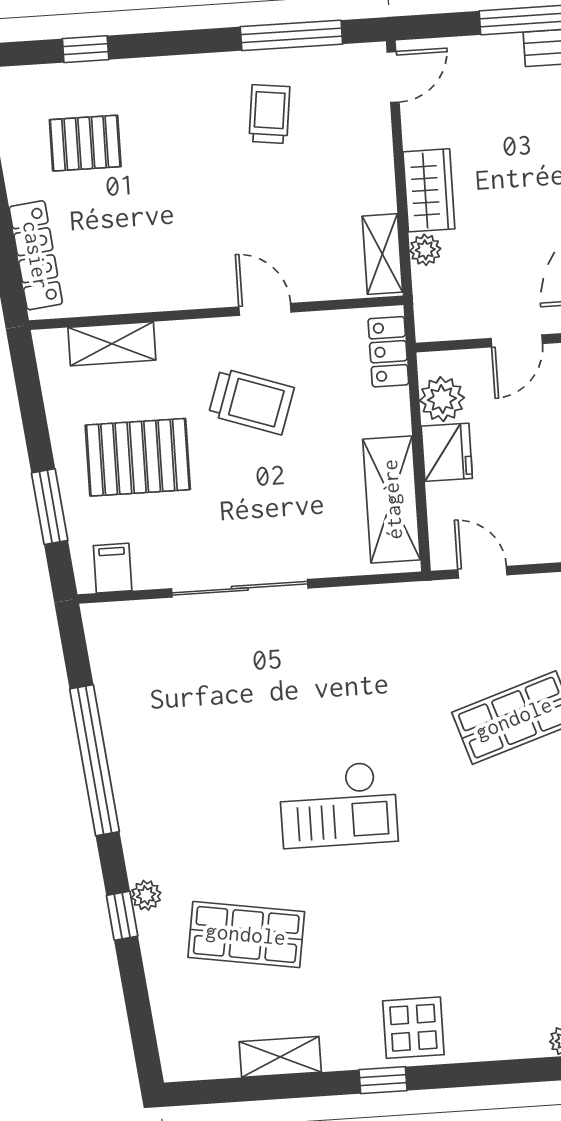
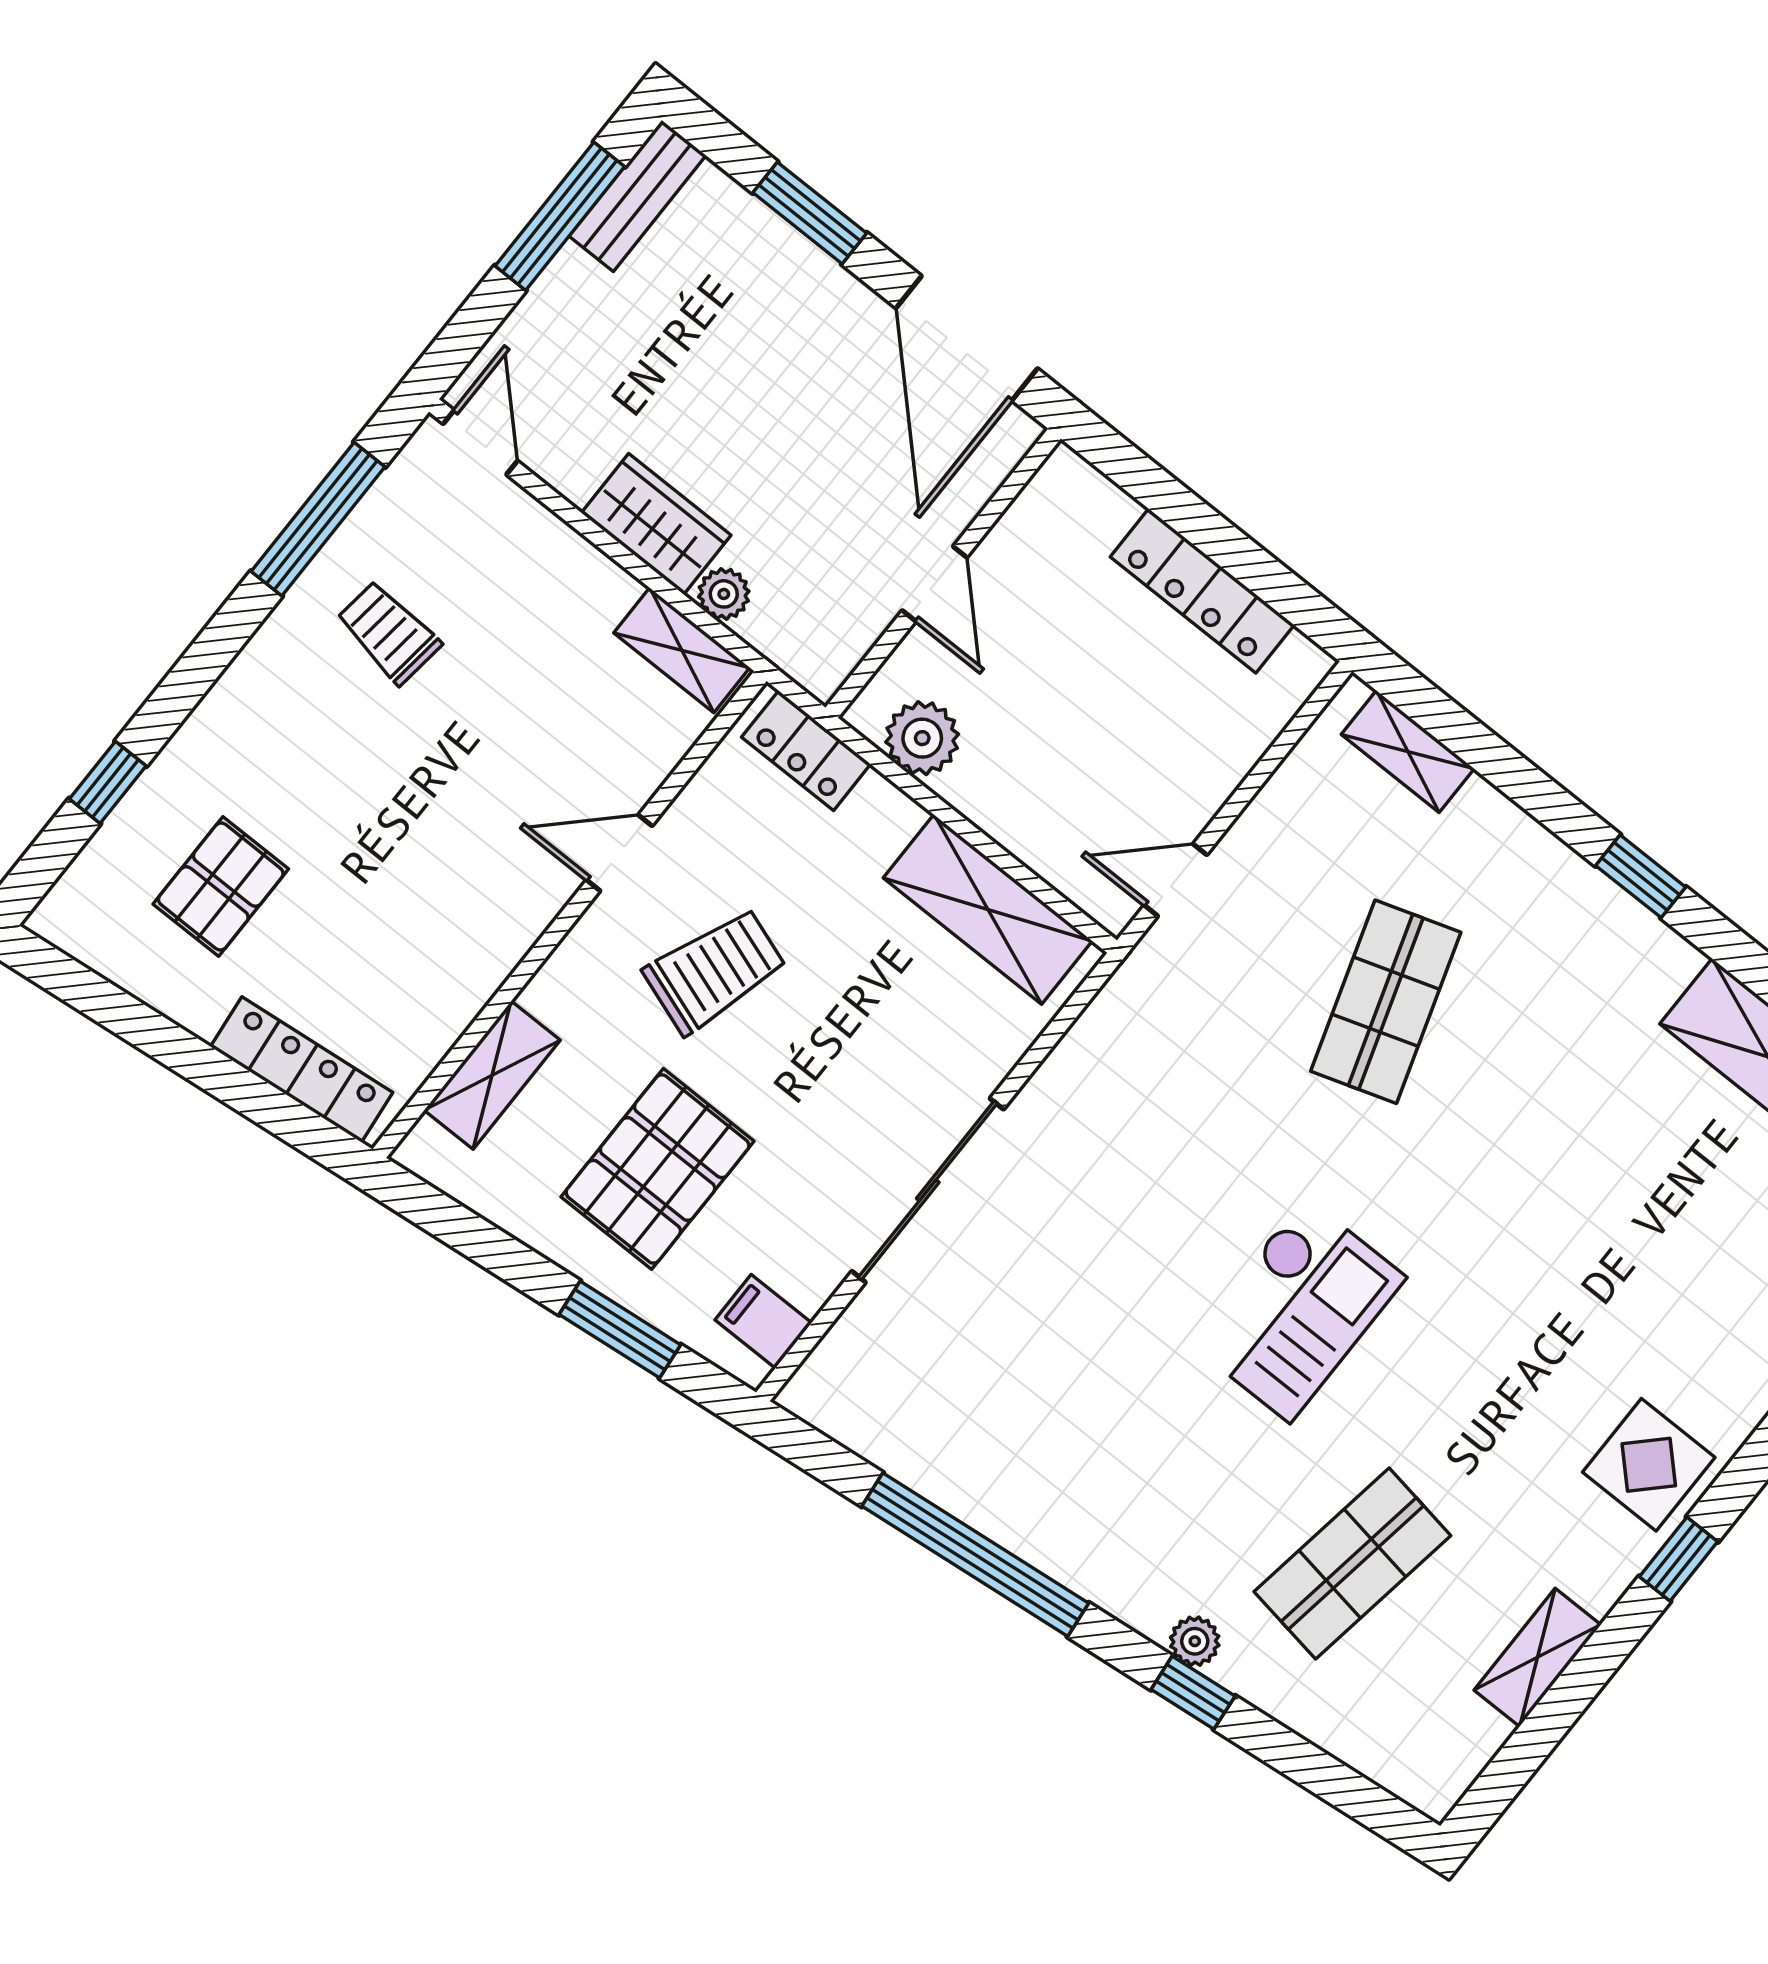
fridge: (447, 452) -> (992, 791), removed

